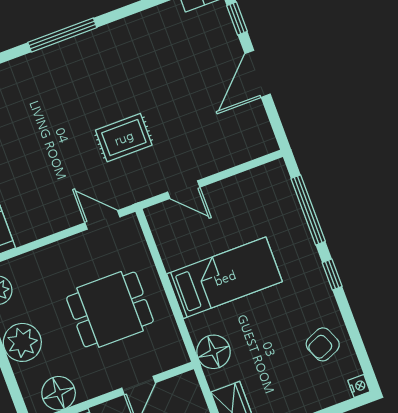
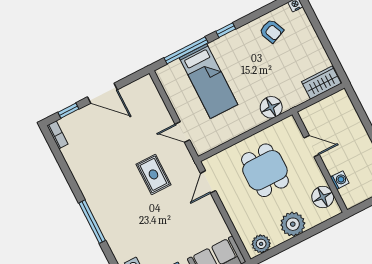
door: (184, 190) -> (182, 132), swing flipped
bed: (225, 278) -> (209, 81), moved, turned 180
floor lamp: (214, 352) -> (271, 107), moved

